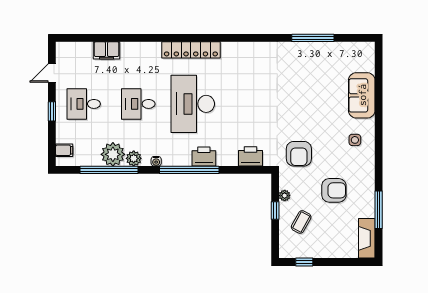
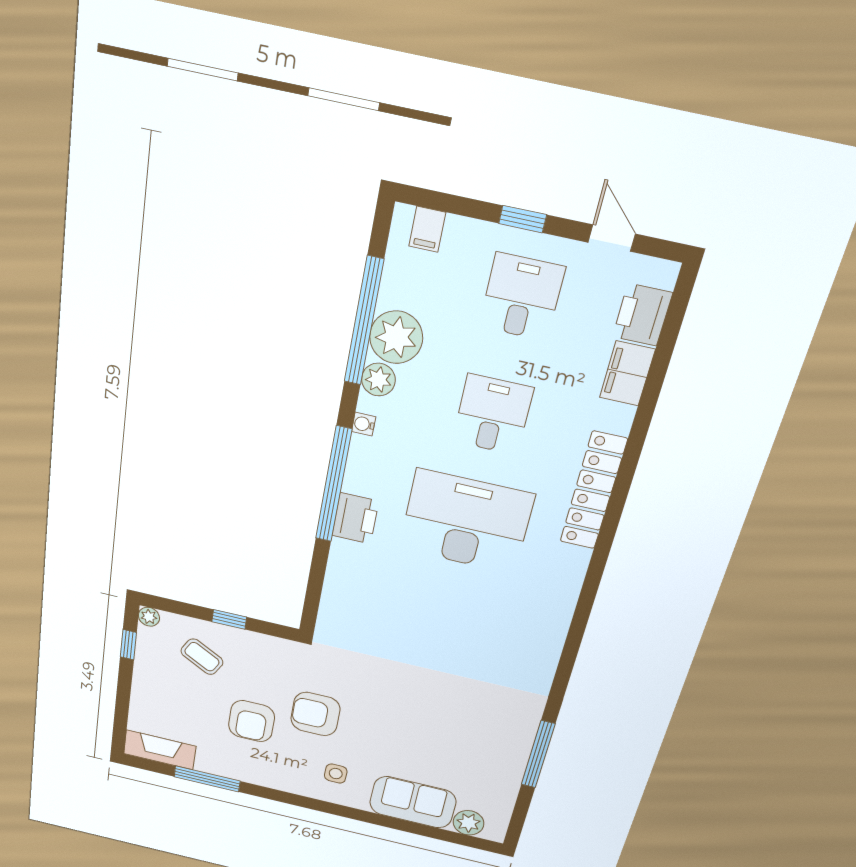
locker: (191, 50) -> (593, 491), moved
plant: (367, 63) -> (468, 823), added
armchair: (299, 154) -> (315, 714), moved
printer: (251, 156) -> (642, 315), moved, turned 180
plant: (285, 196) -> (149, 617), moved

